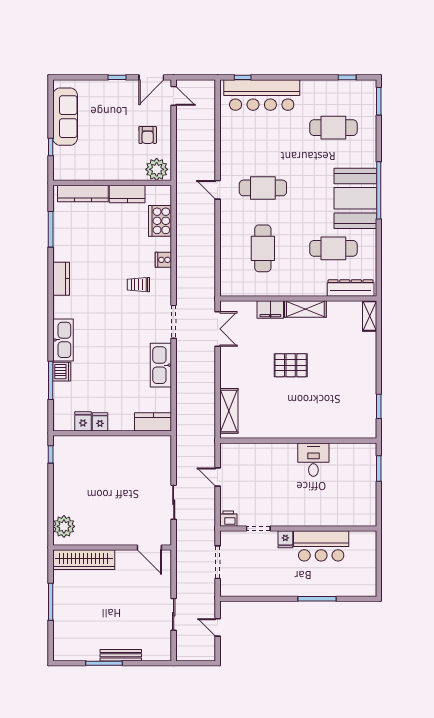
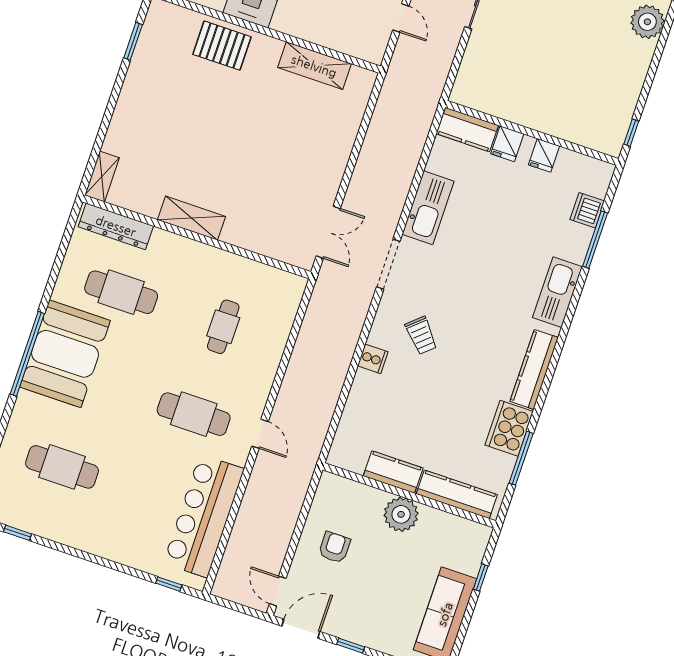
bar counter: (262, 95) -> (204, 516), moved, turned -90
plant: (157, 169) -> (401, 514), moved
cooker: (160, 221) -> (509, 428), moved, turned 180
cafe table: (263, 248) -> (223, 327), width x0.73, depth x0.74
kitchen counter: (61, 279) -> (534, 369), width x1.50
trolley: (138, 285) -> (421, 335), turned 48
filing cabinet: (270, 310) -> (242, 235), removed
double door: (218, 329) -> (328, 232), swing flipped
pallet: (291, 365) -> (222, 46), moved
dishwasher: (62, 372) -> (587, 210), moved
shelving: (229, 411) -> (314, 66), moved, turned 90
fridge: (83, 421) -> (507, 144), moved

